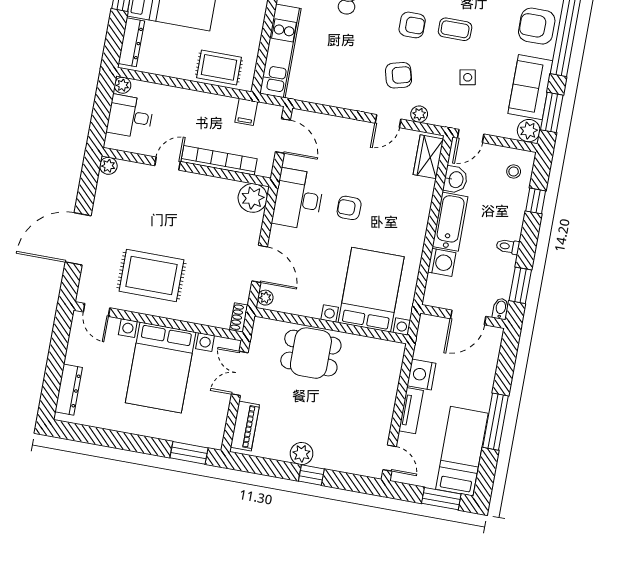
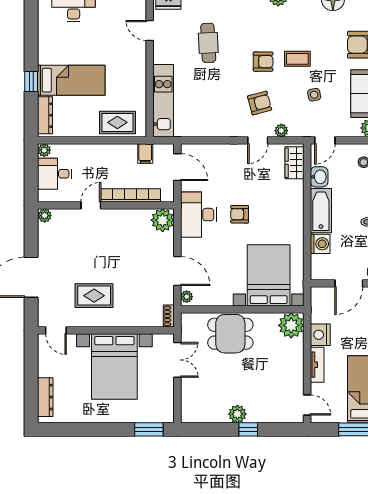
rug: (151, 275) -> (94, 296), width x0.73, depth x0.70
plant: (388, 356) -> (291, 325), added
double door: (240, 373) -> (177, 360), swing flipped
piano: (245, 426) -> (189, 400), removed

